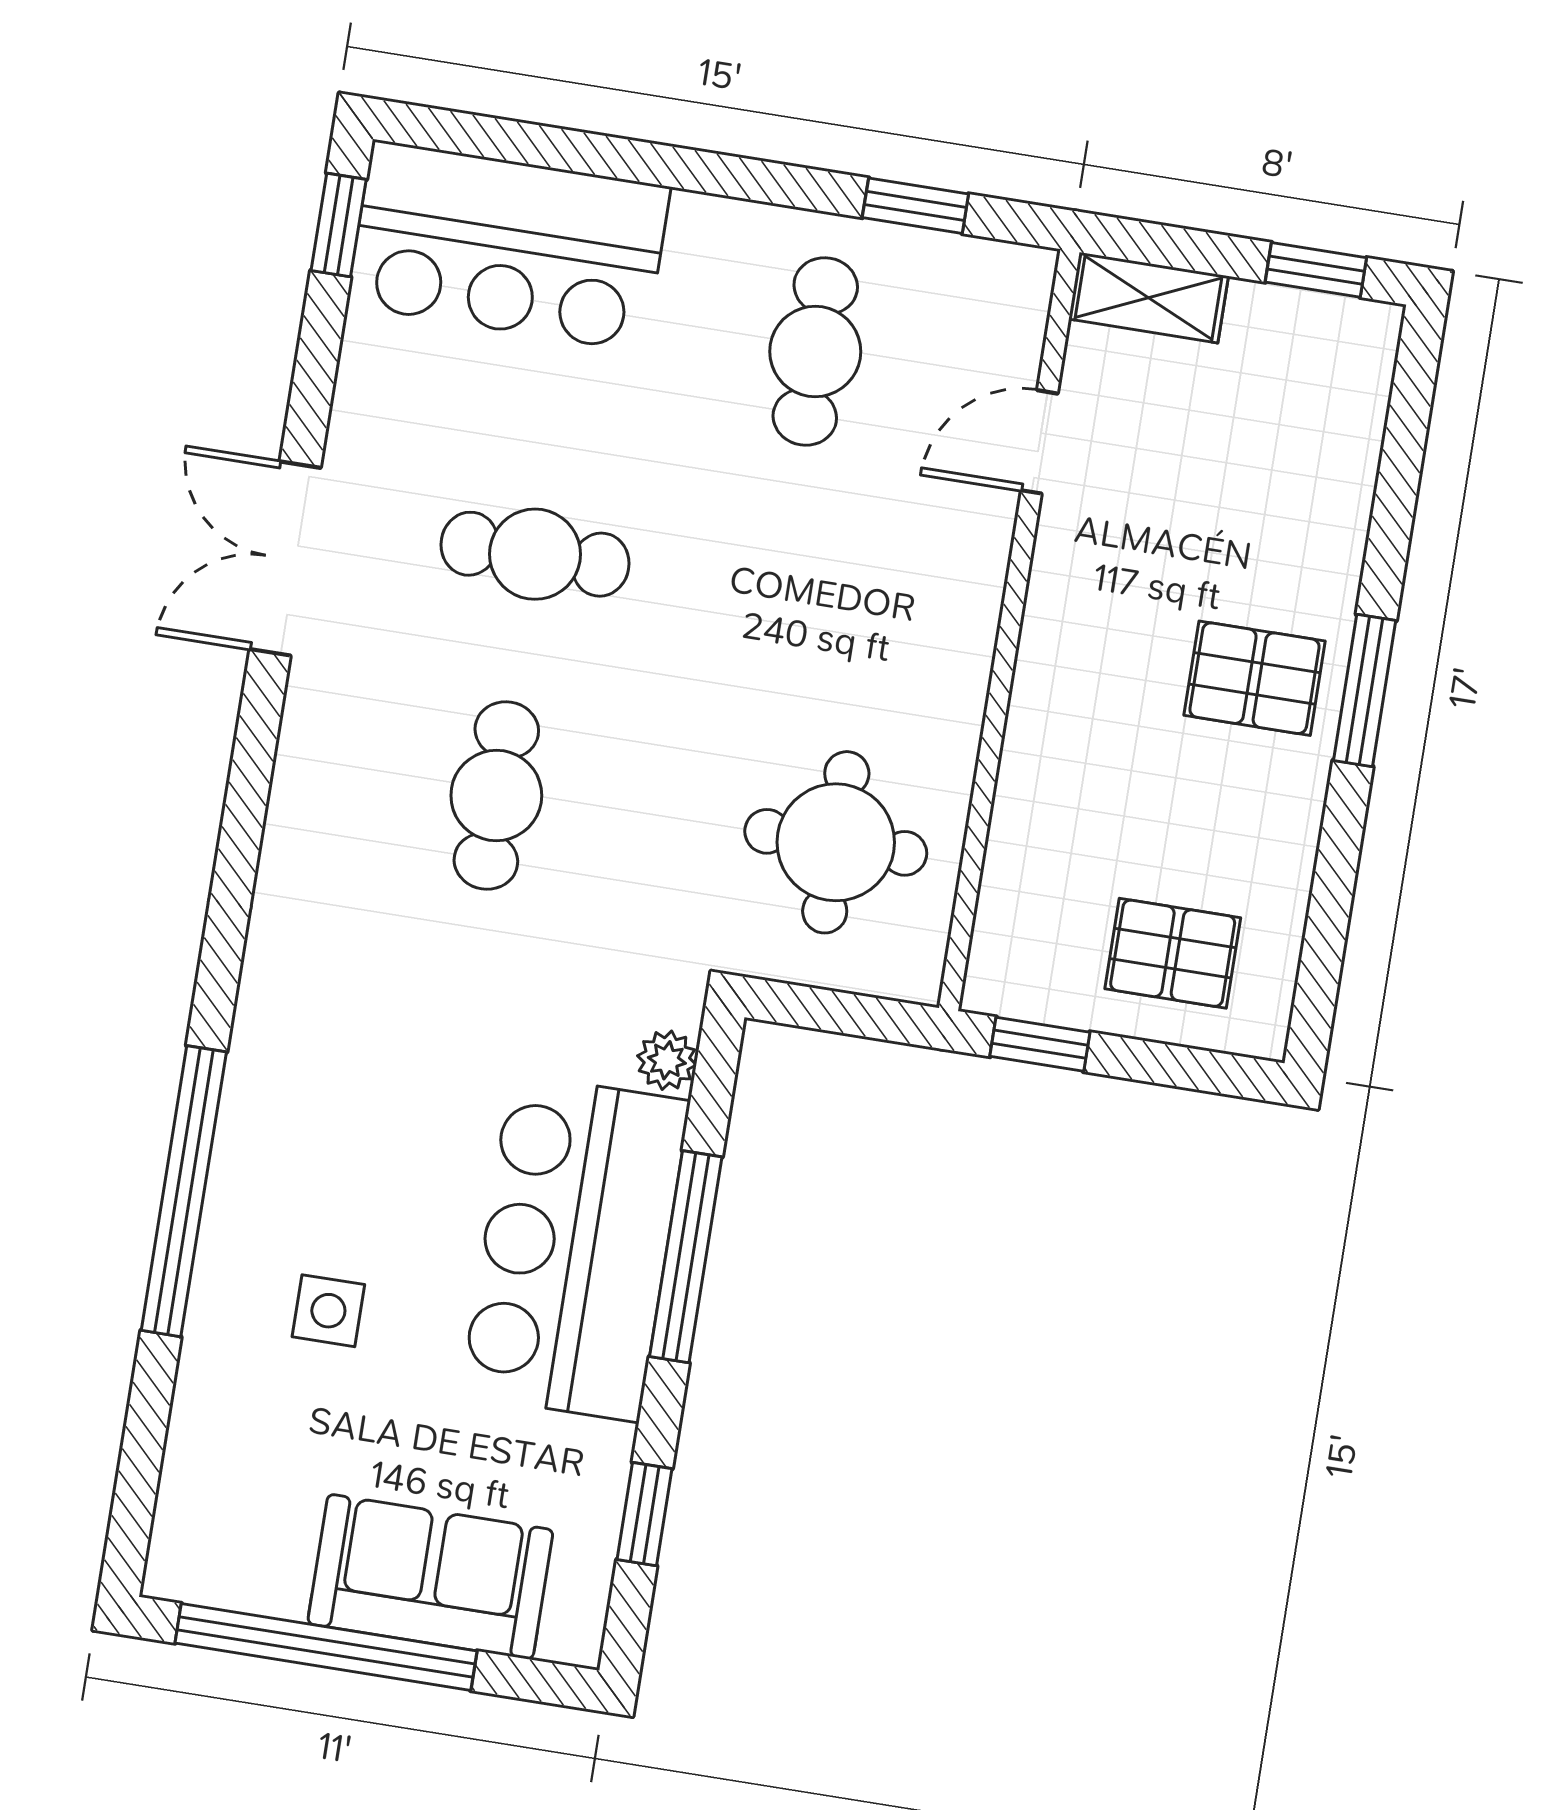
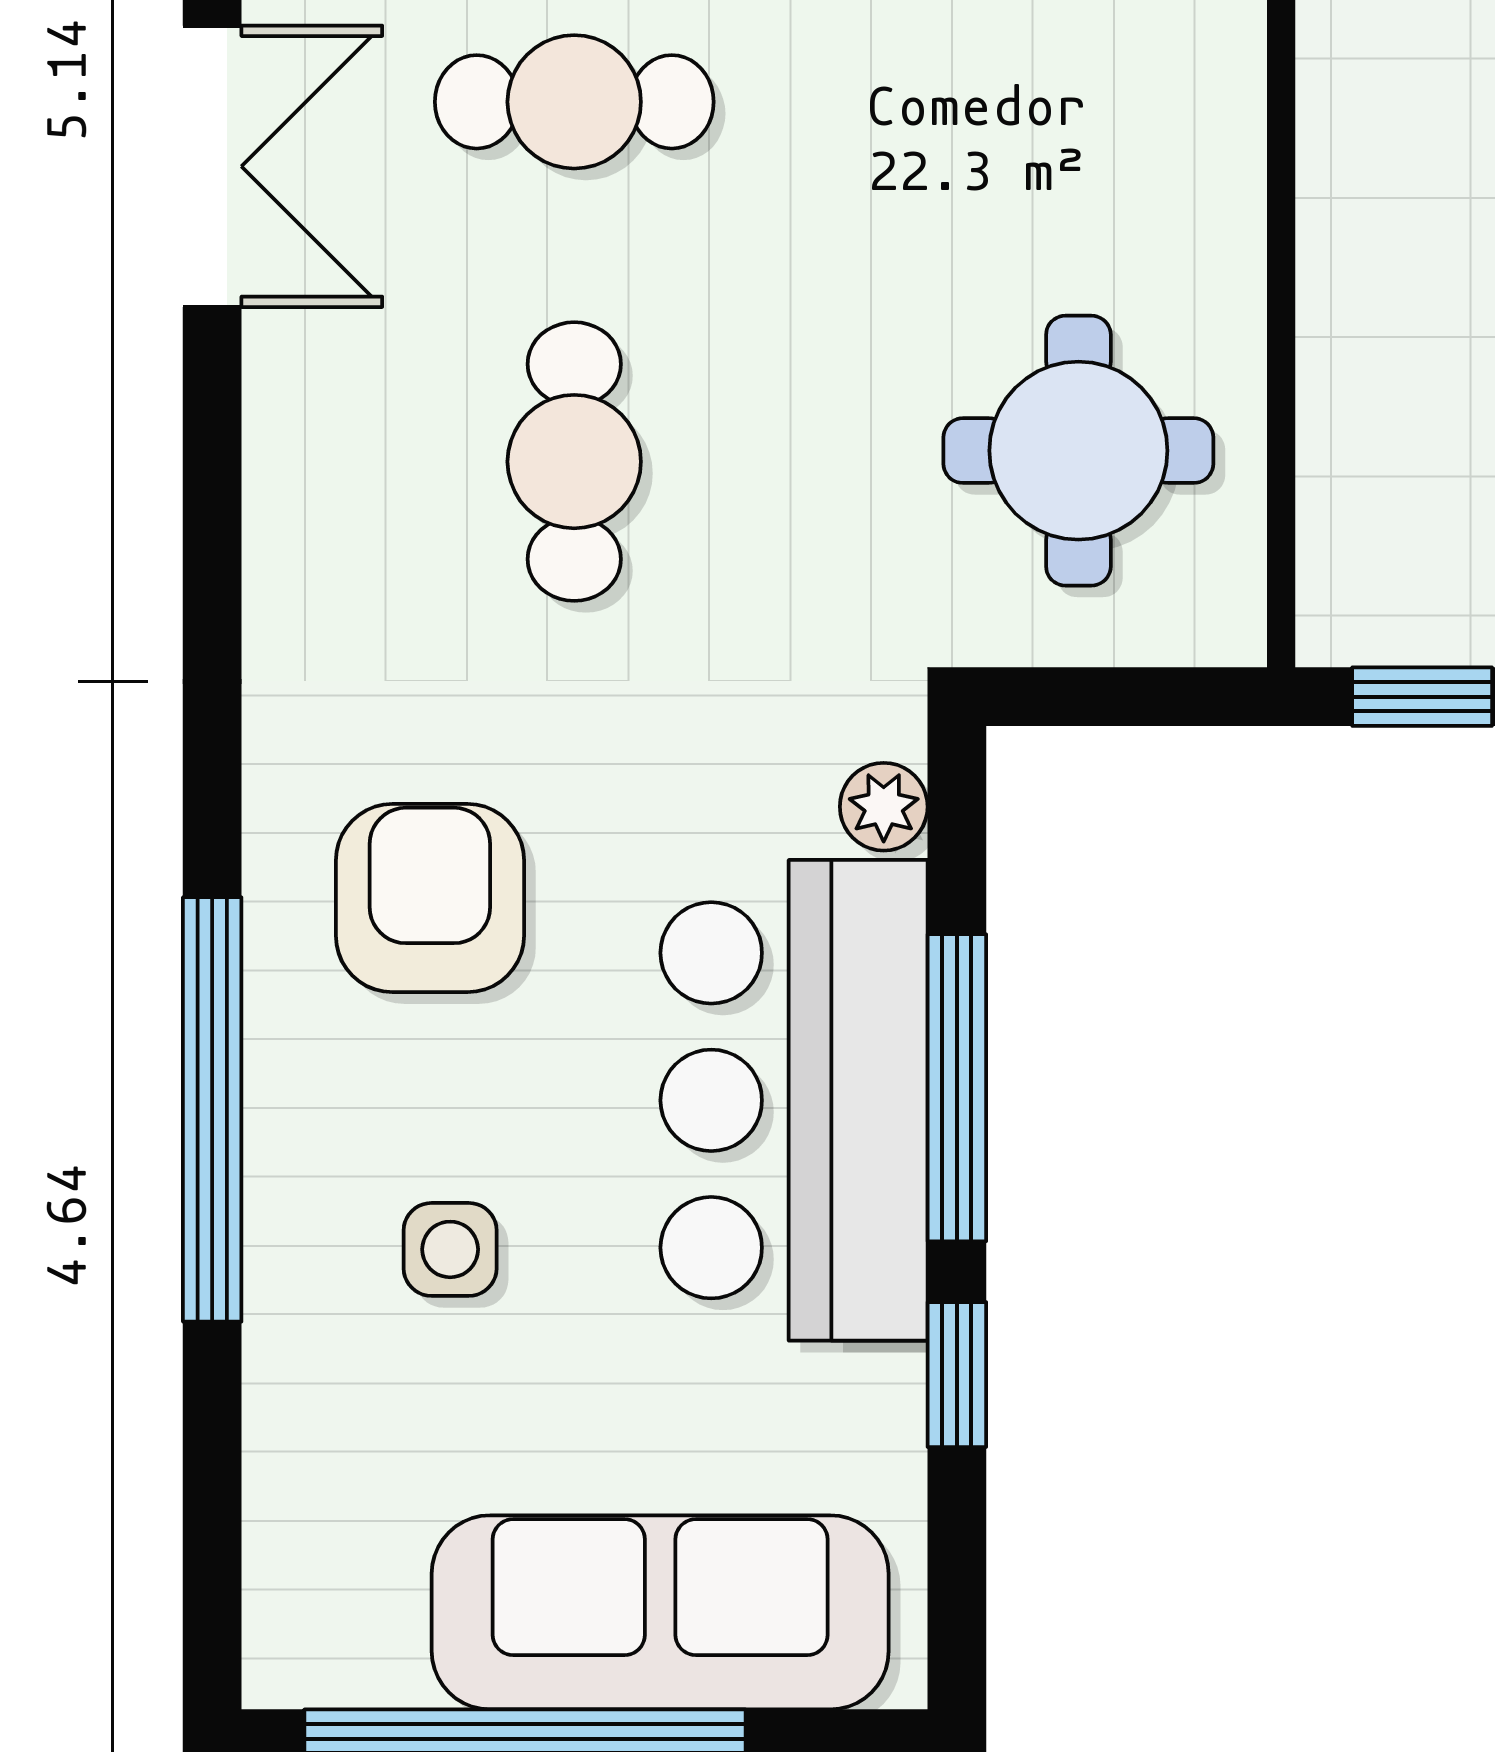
double door: (285, 559) -> (212, 166), swing flipped
armchair: (353, 1073) -> (430, 898), added
window: (645, 1514) -> (957, 1375), moved
sofa: (430, 1577) -> (660, 1612), width x1.36

